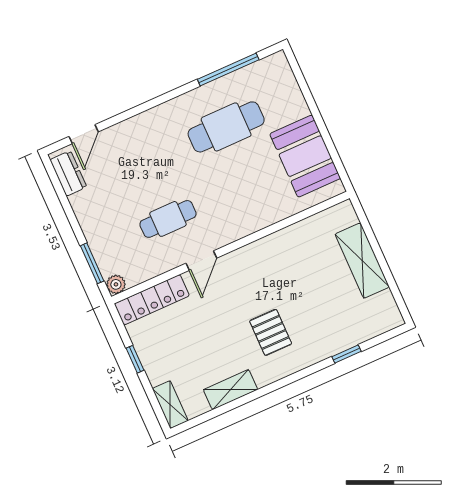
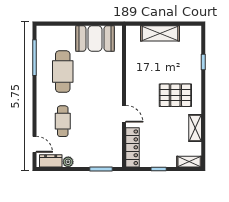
cafe table: (168, 219) -> (63, 121), moved
plant: (116, 284) -> (68, 162), moved
pallet: (271, 332) -> (175, 95), width x1.50, depth x1.42

